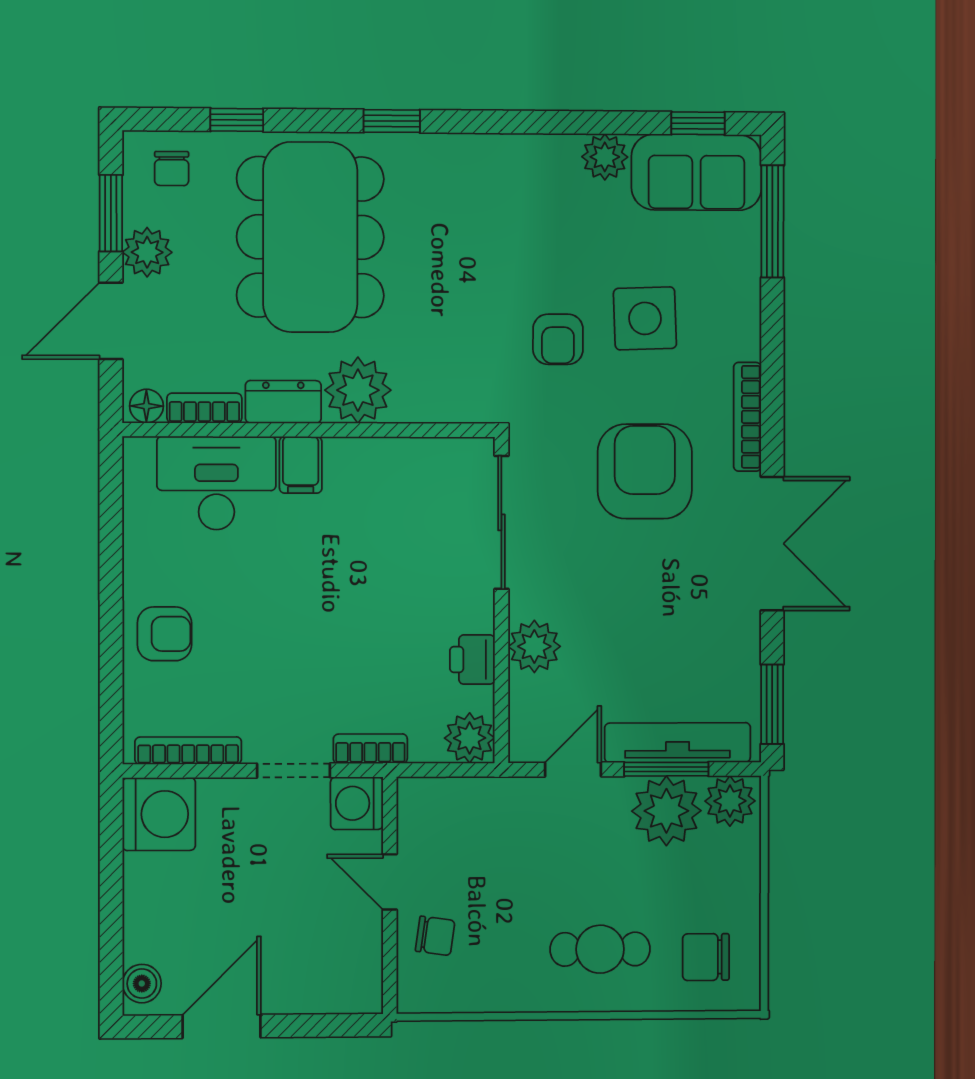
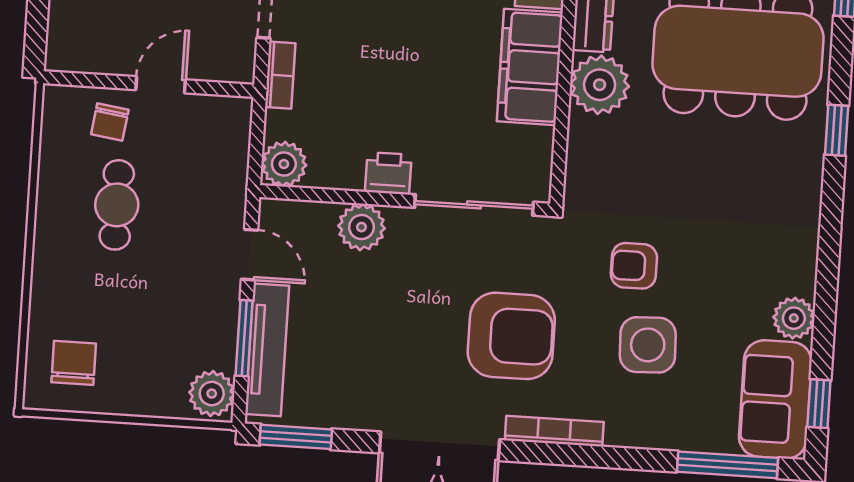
filing cabinet: (301, 465) -> (530, 67), width x3.00, depth x1.17
printer: (472, 660) -> (388, 173), moved
washing machine: (357, 803) -> (233, 60), removed
plant: (666, 811) -> (207, 336), removed
cafe table: (600, 949) -> (117, 205), moved

